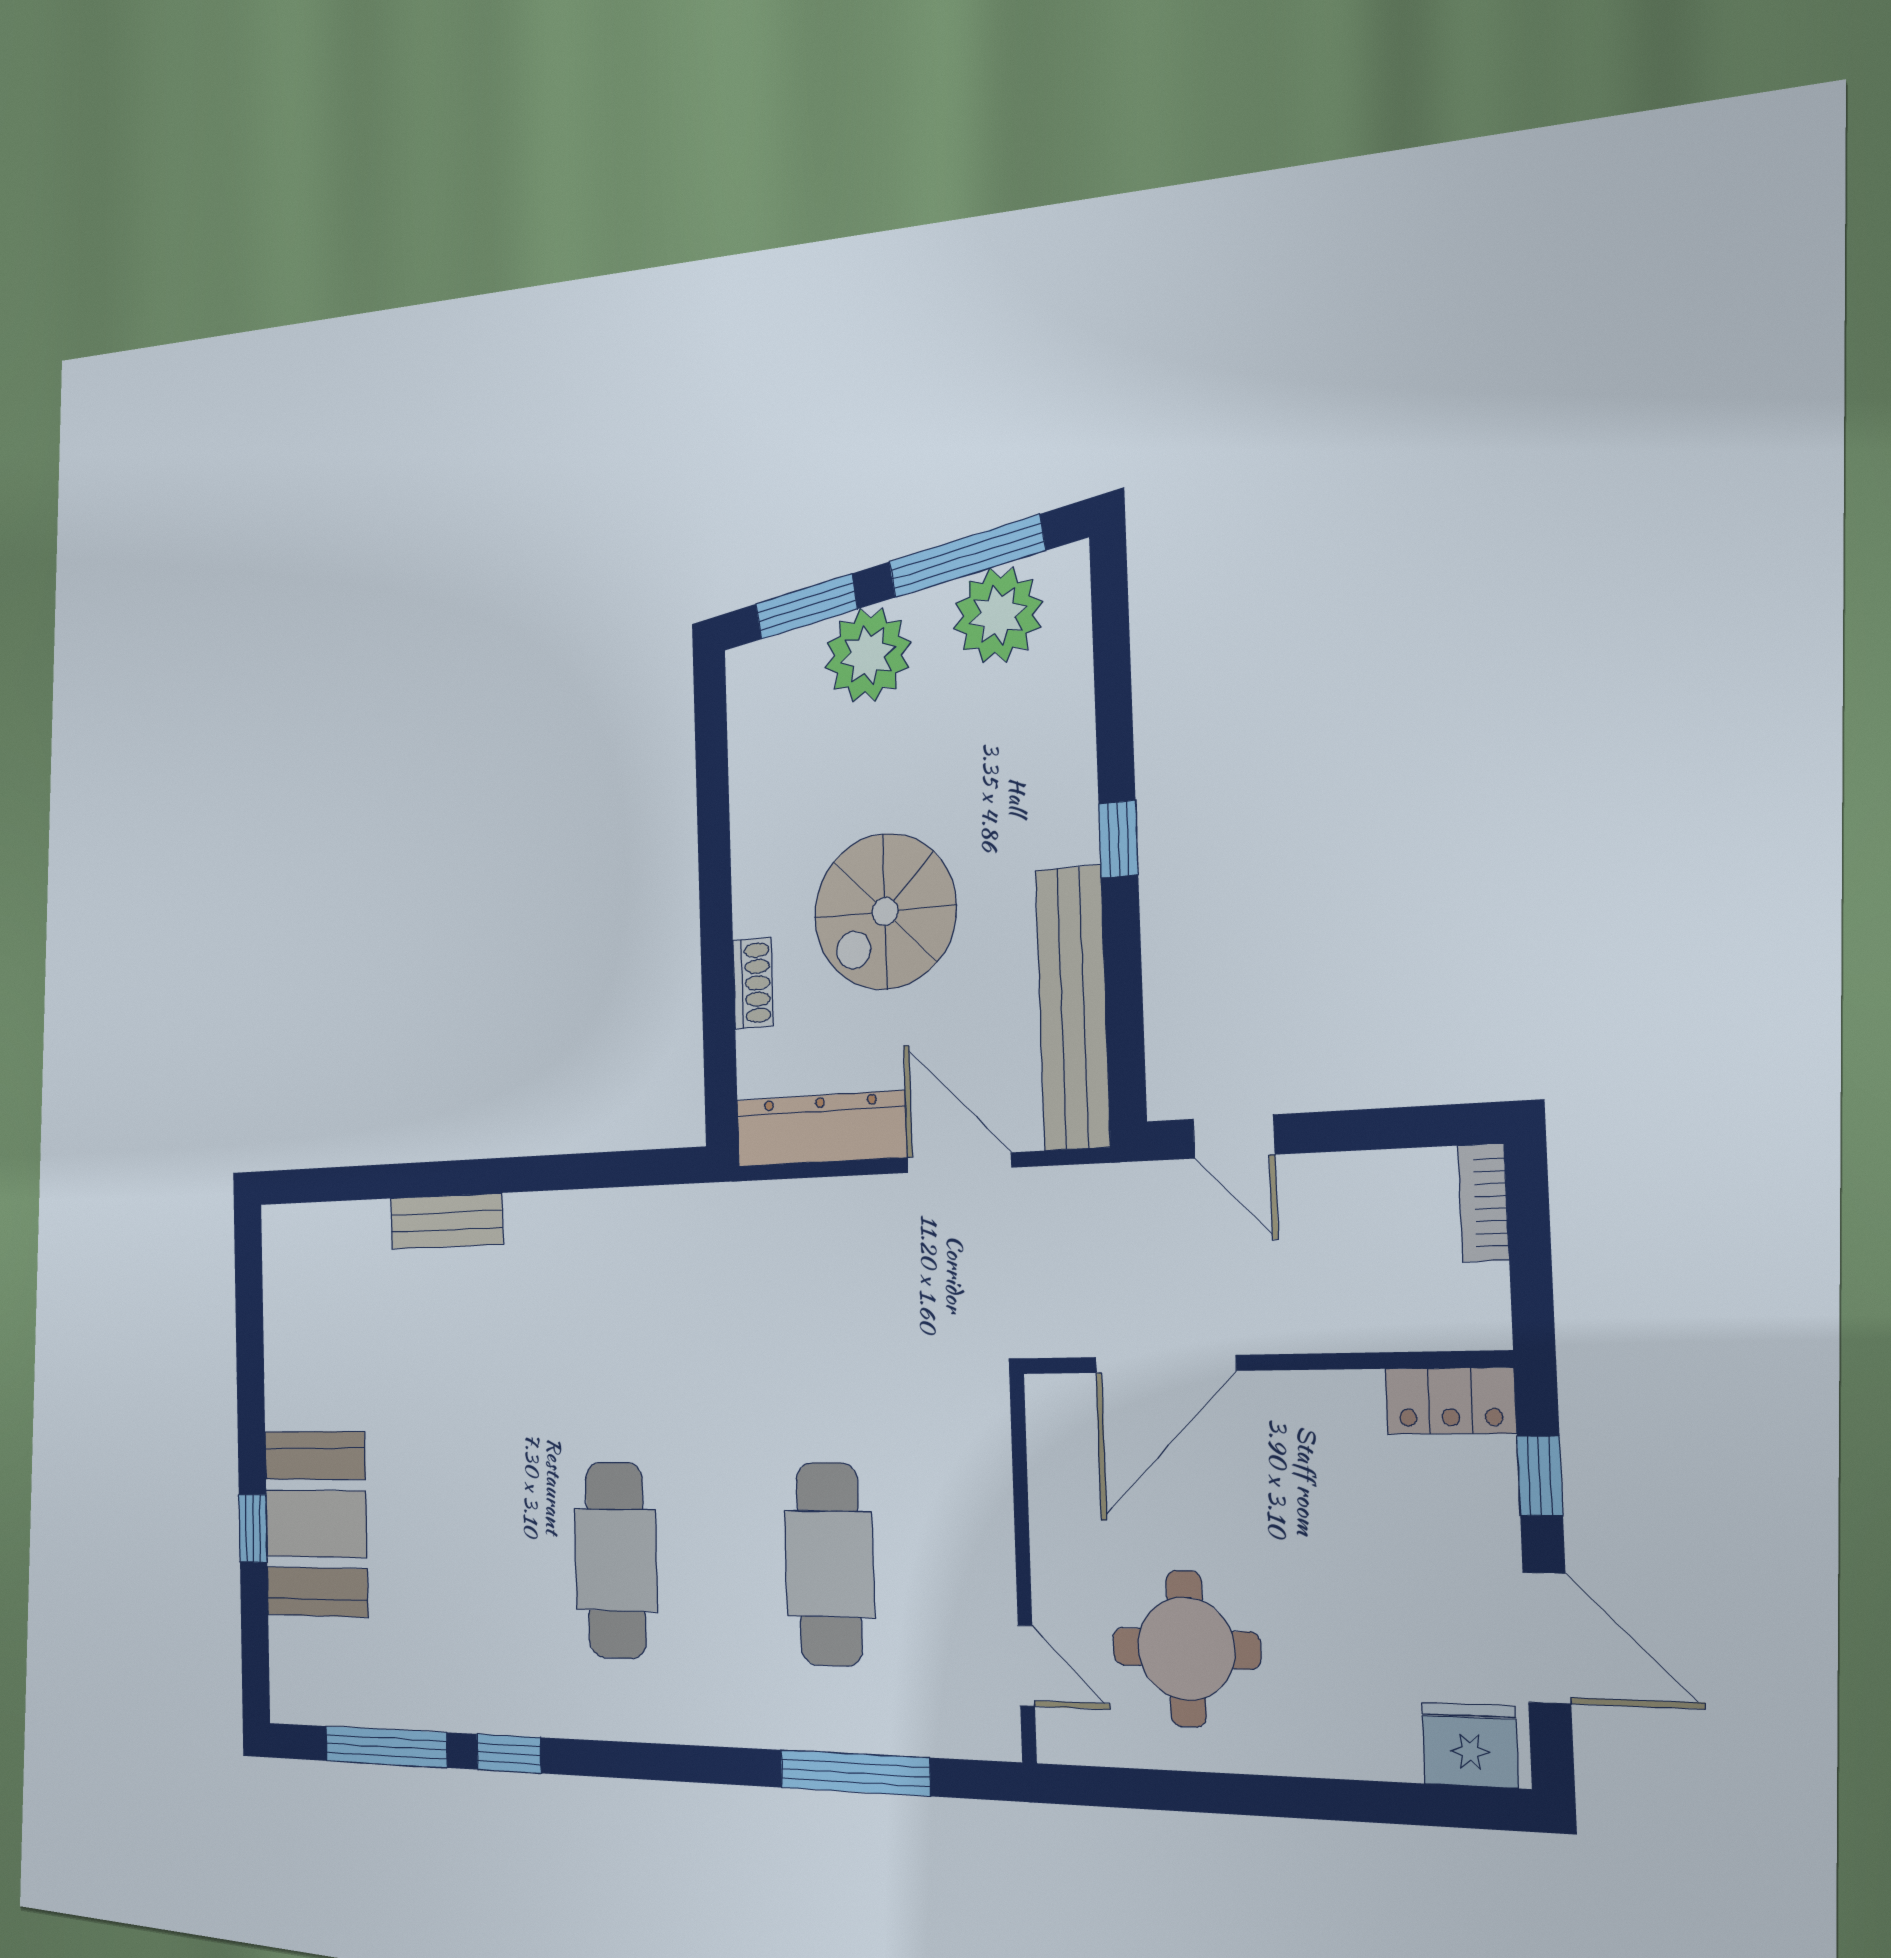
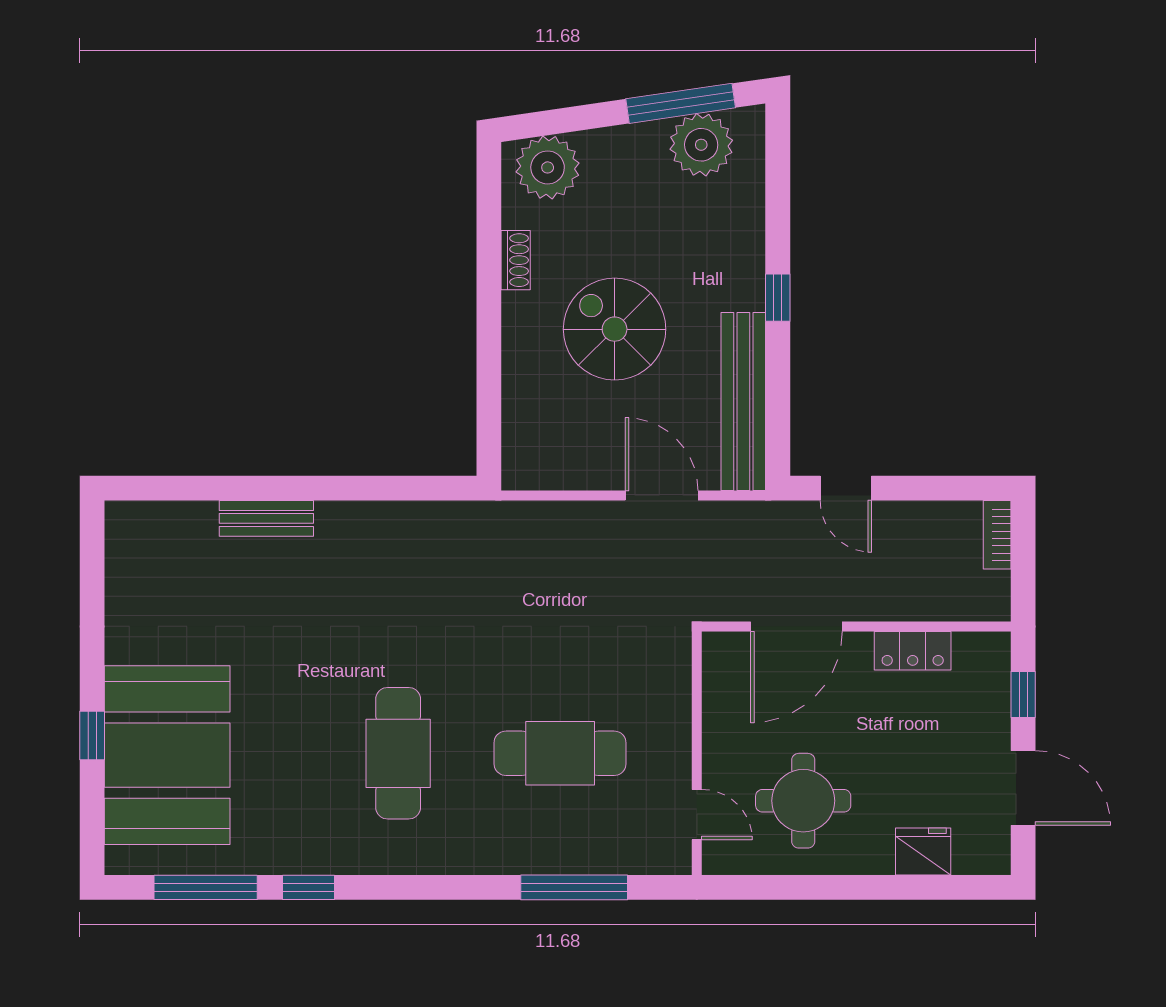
window: (806, 607) -> (564, 120), removed
plant: (868, 655) -> (548, 167), moved
spiral stairs: (885, 911) -> (615, 329), turned 90
shoe rack: (753, 983) -> (516, 260), moved
dresser: (821, 1129) -> (563, 469), removed
locker: (1450, 1401) -> (913, 651), moved
booth: (316, 1524) -> (167, 755), width x1.36, depth x1.42
cafe table: (829, 1564) -> (560, 753), turned 90
fridge: (1470, 1745) -> (923, 852), moved

